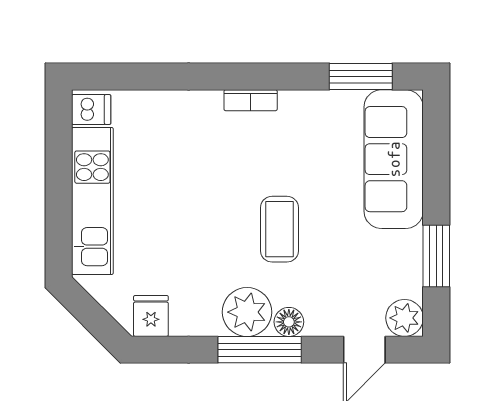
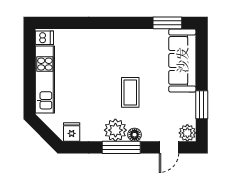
bookcase: (251, 100) -> (117, 34), removed

